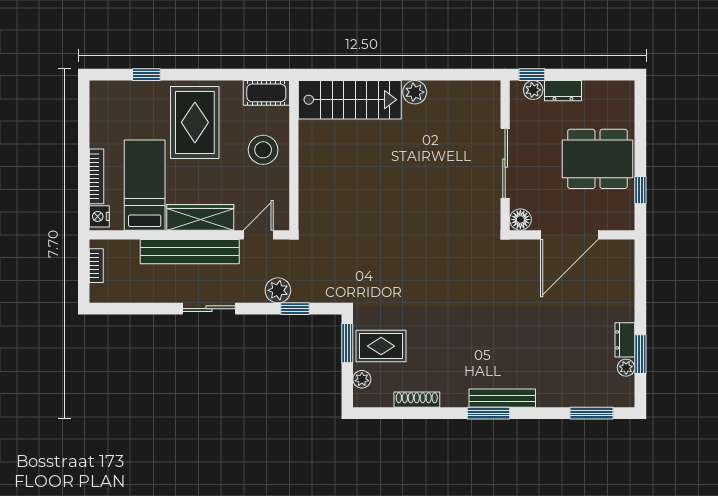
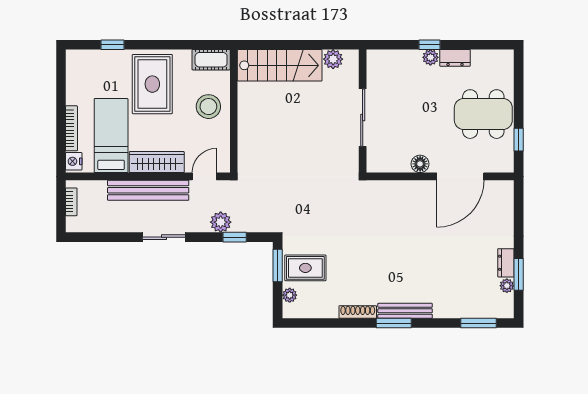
wall: (505, 155) -> (363, 111), moved
sliding door: (505, 163) -> (363, 118), moved
shoe rack: (417, 400) -> (358, 312), moved

